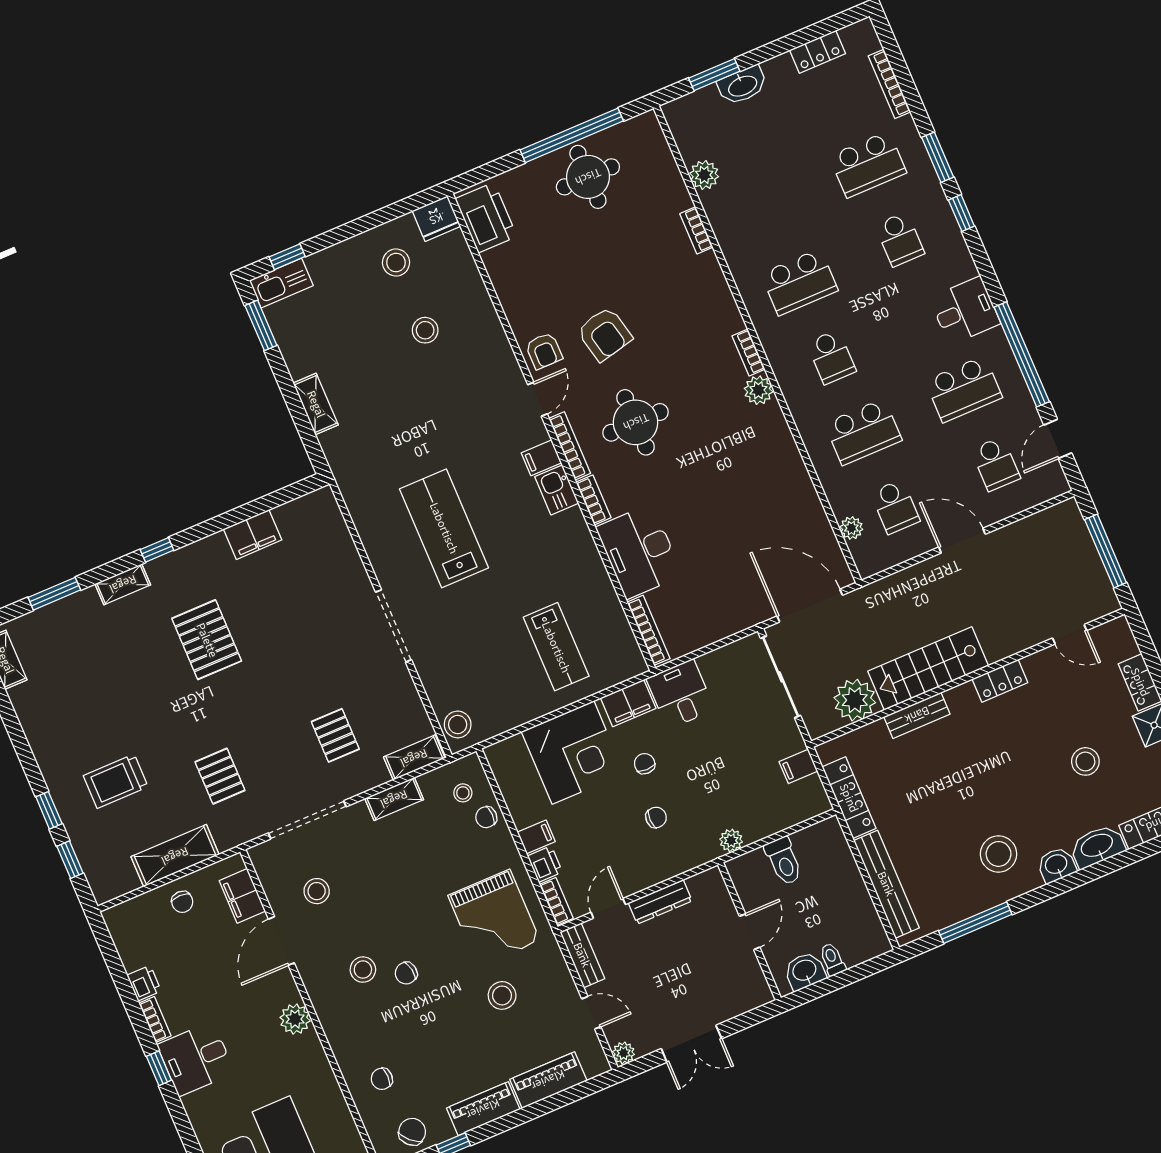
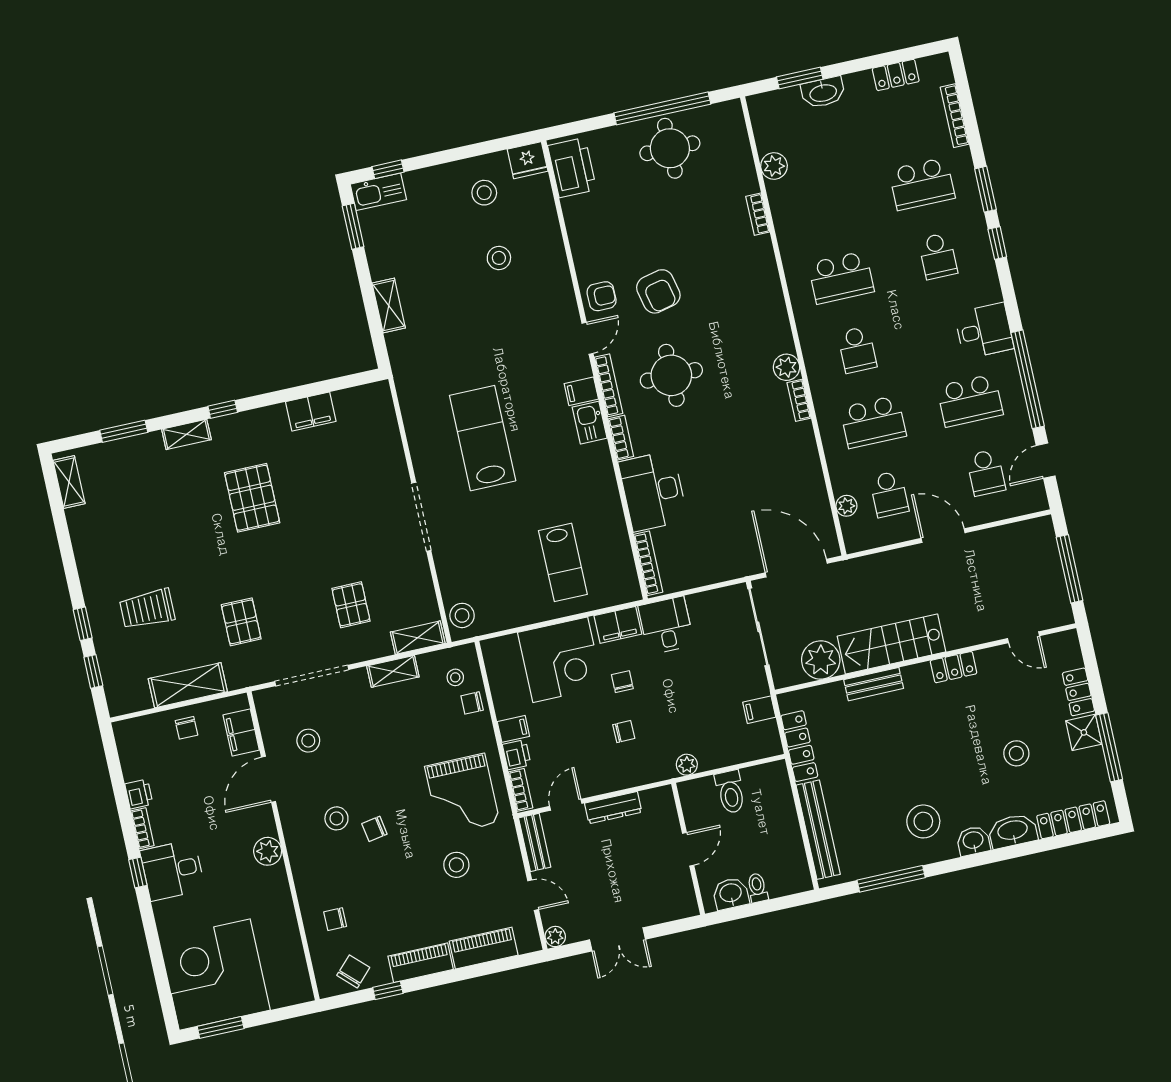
armchair: (544, 351) -> (602, 296), turned -90
bookcase: (749, 353) -> (799, 400), moved

